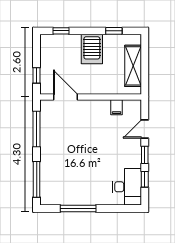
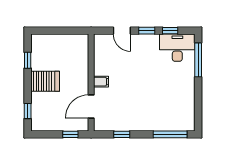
shelving: (133, 66) -> (61, 42), removed
filing cabinet: (117, 107) -> (101, 82), moved
window: (37, 129) -> (122, 134), width x0.46
window: (78, 208) -> (198, 60), moved

